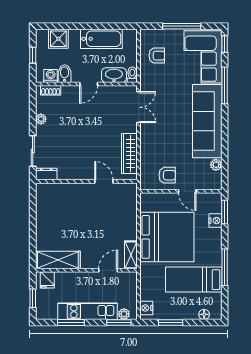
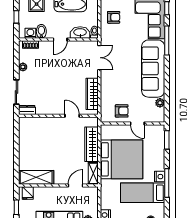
wardrobe: (129, 218) -> (92, 144), added
nightstand: (216, 221) -> (160, 177), moved

